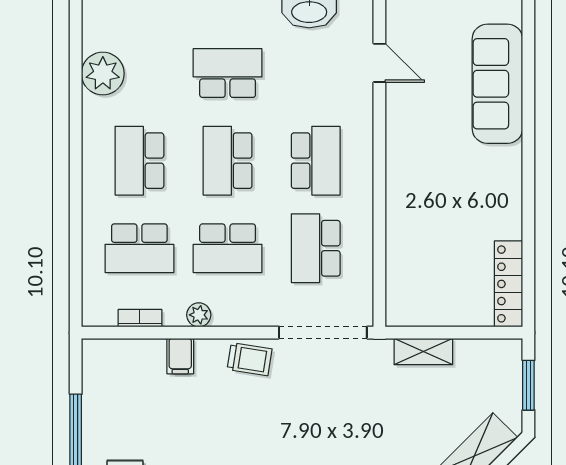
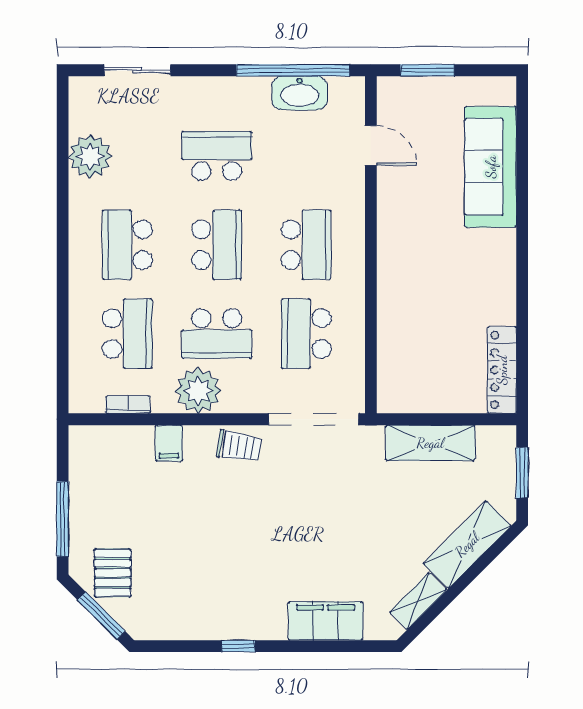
school desk: (228, 161) -> (217, 245), turned 180
school desk: (139, 248) -> (127, 334), turned -90
plant: (199, 315) -> (198, 391), width x1.88, depth x1.88
shelving: (423, 352) -> (430, 443), width x1.50, depth x1.33

